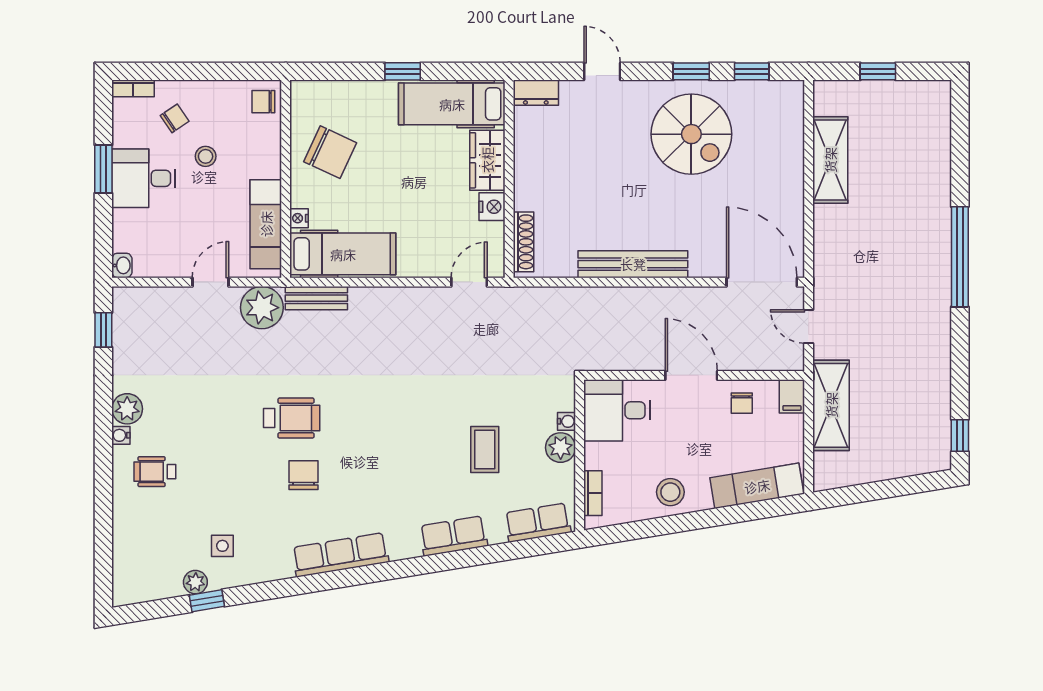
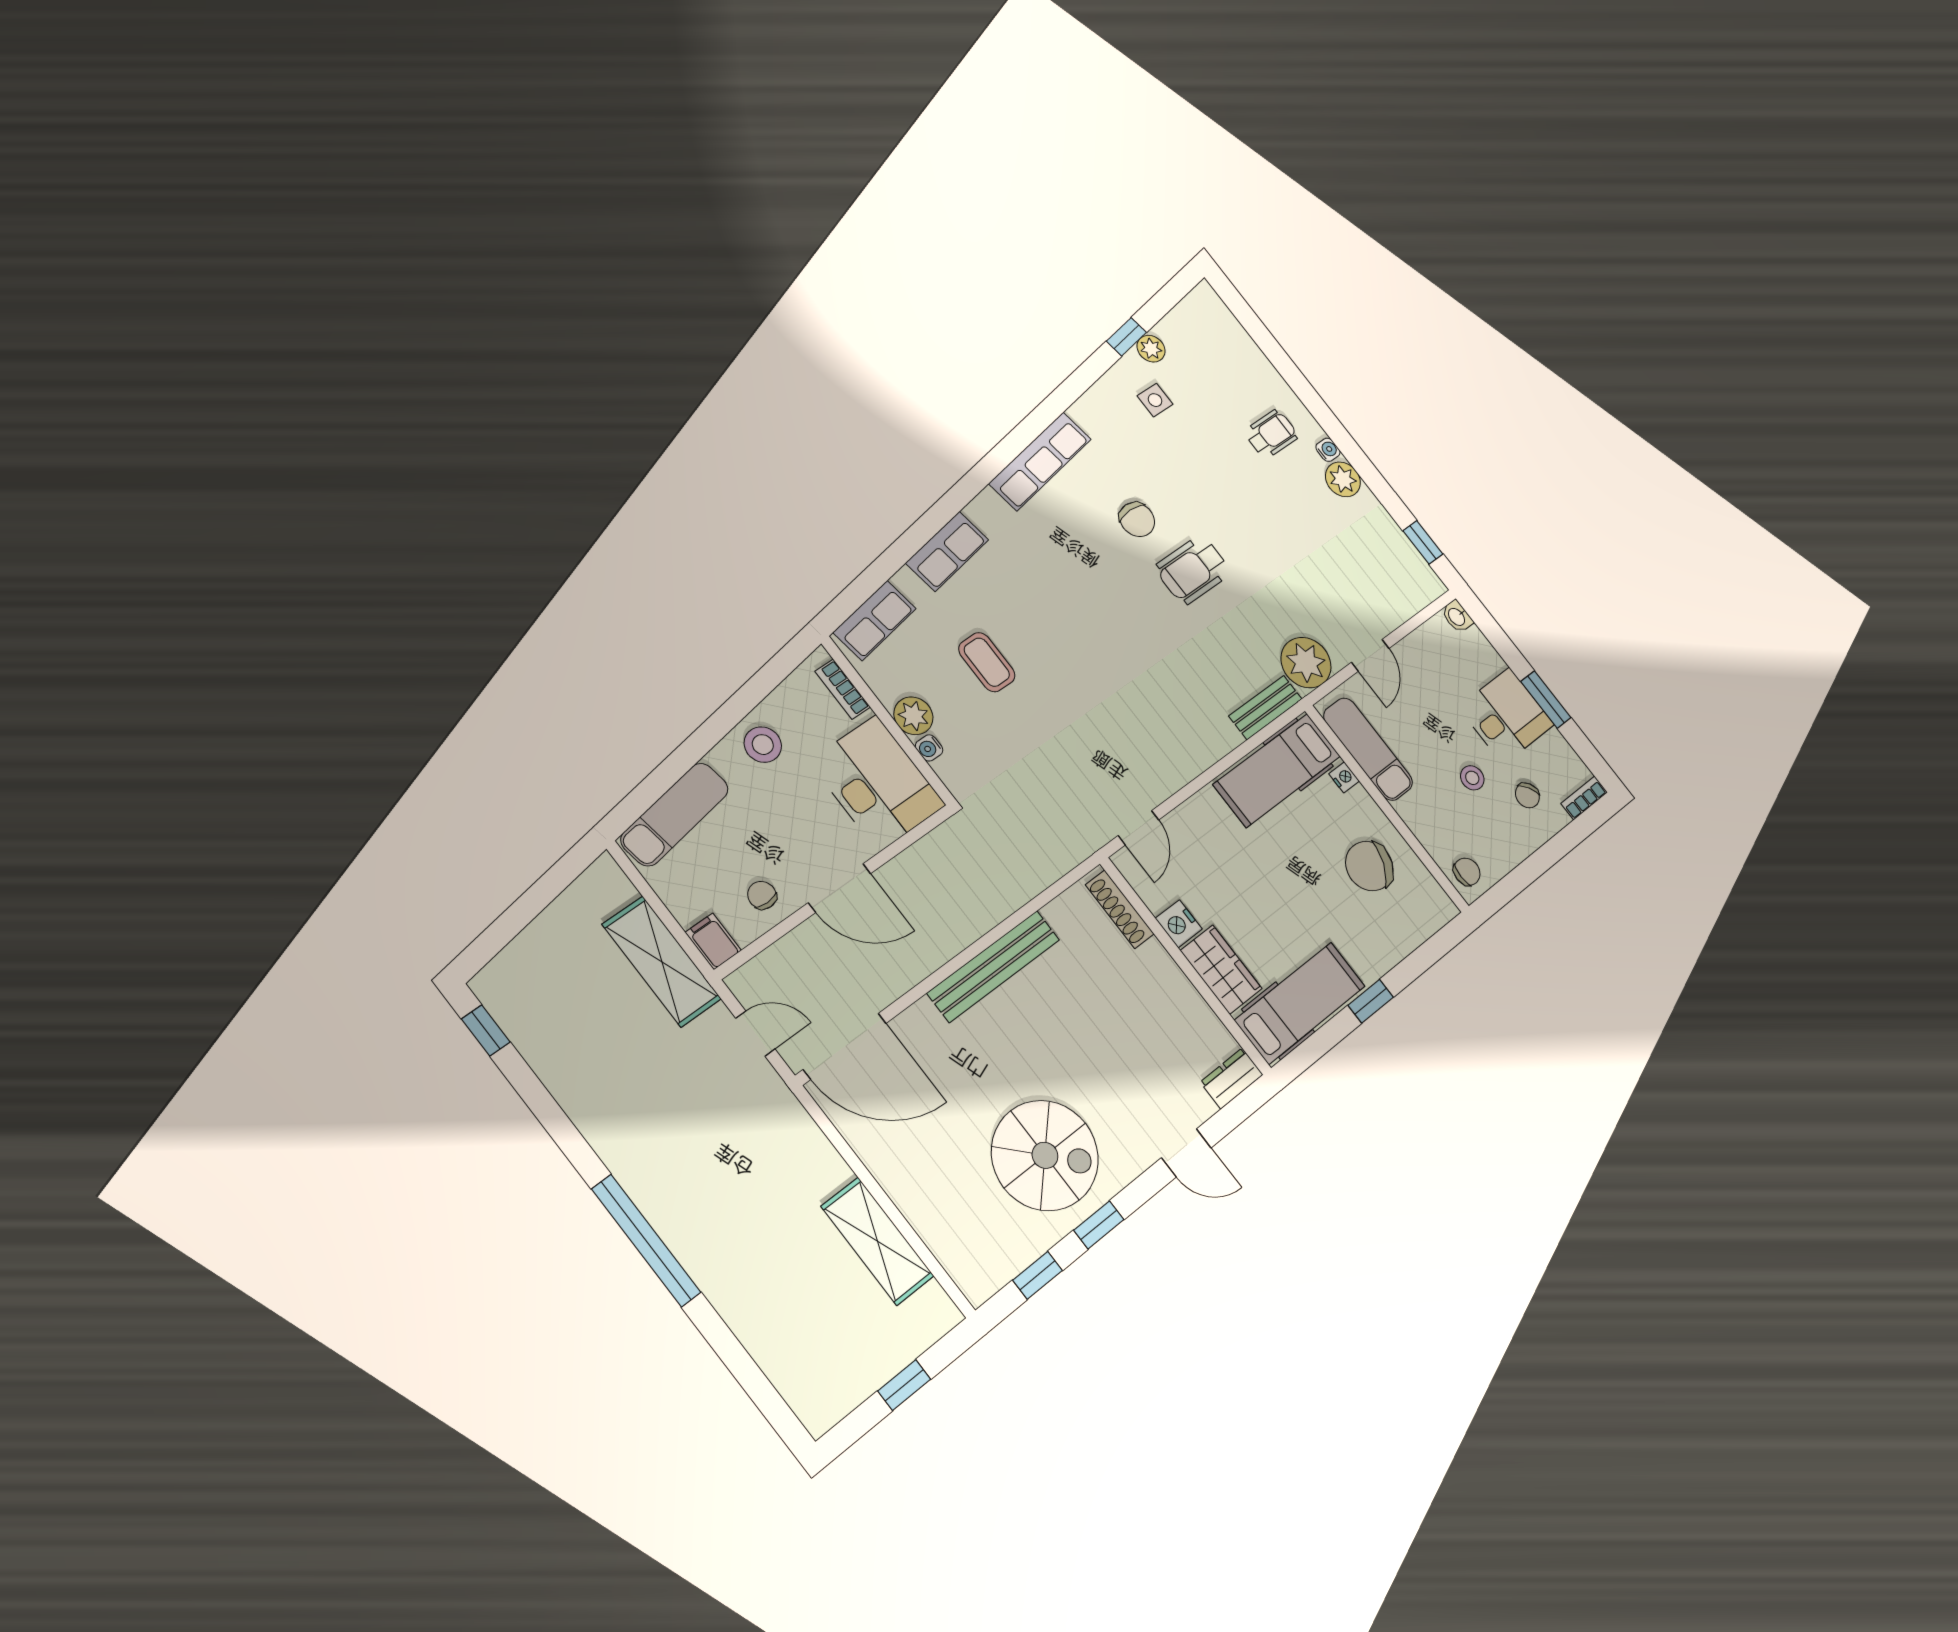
spiral stairs: (691, 134) -> (1045, 1155), turned 180
desk: (617, 410) -> (877, 783), width x1.37

